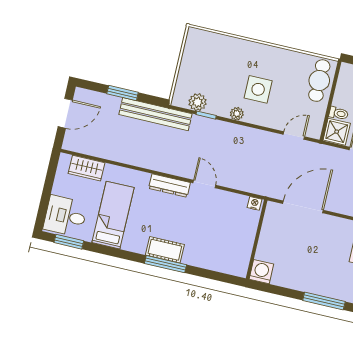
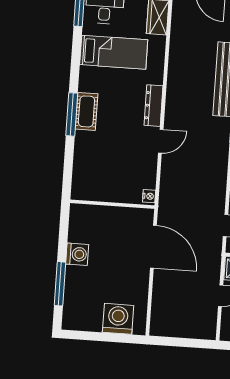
washing machine: (261, 272) -> (77, 254), moved

